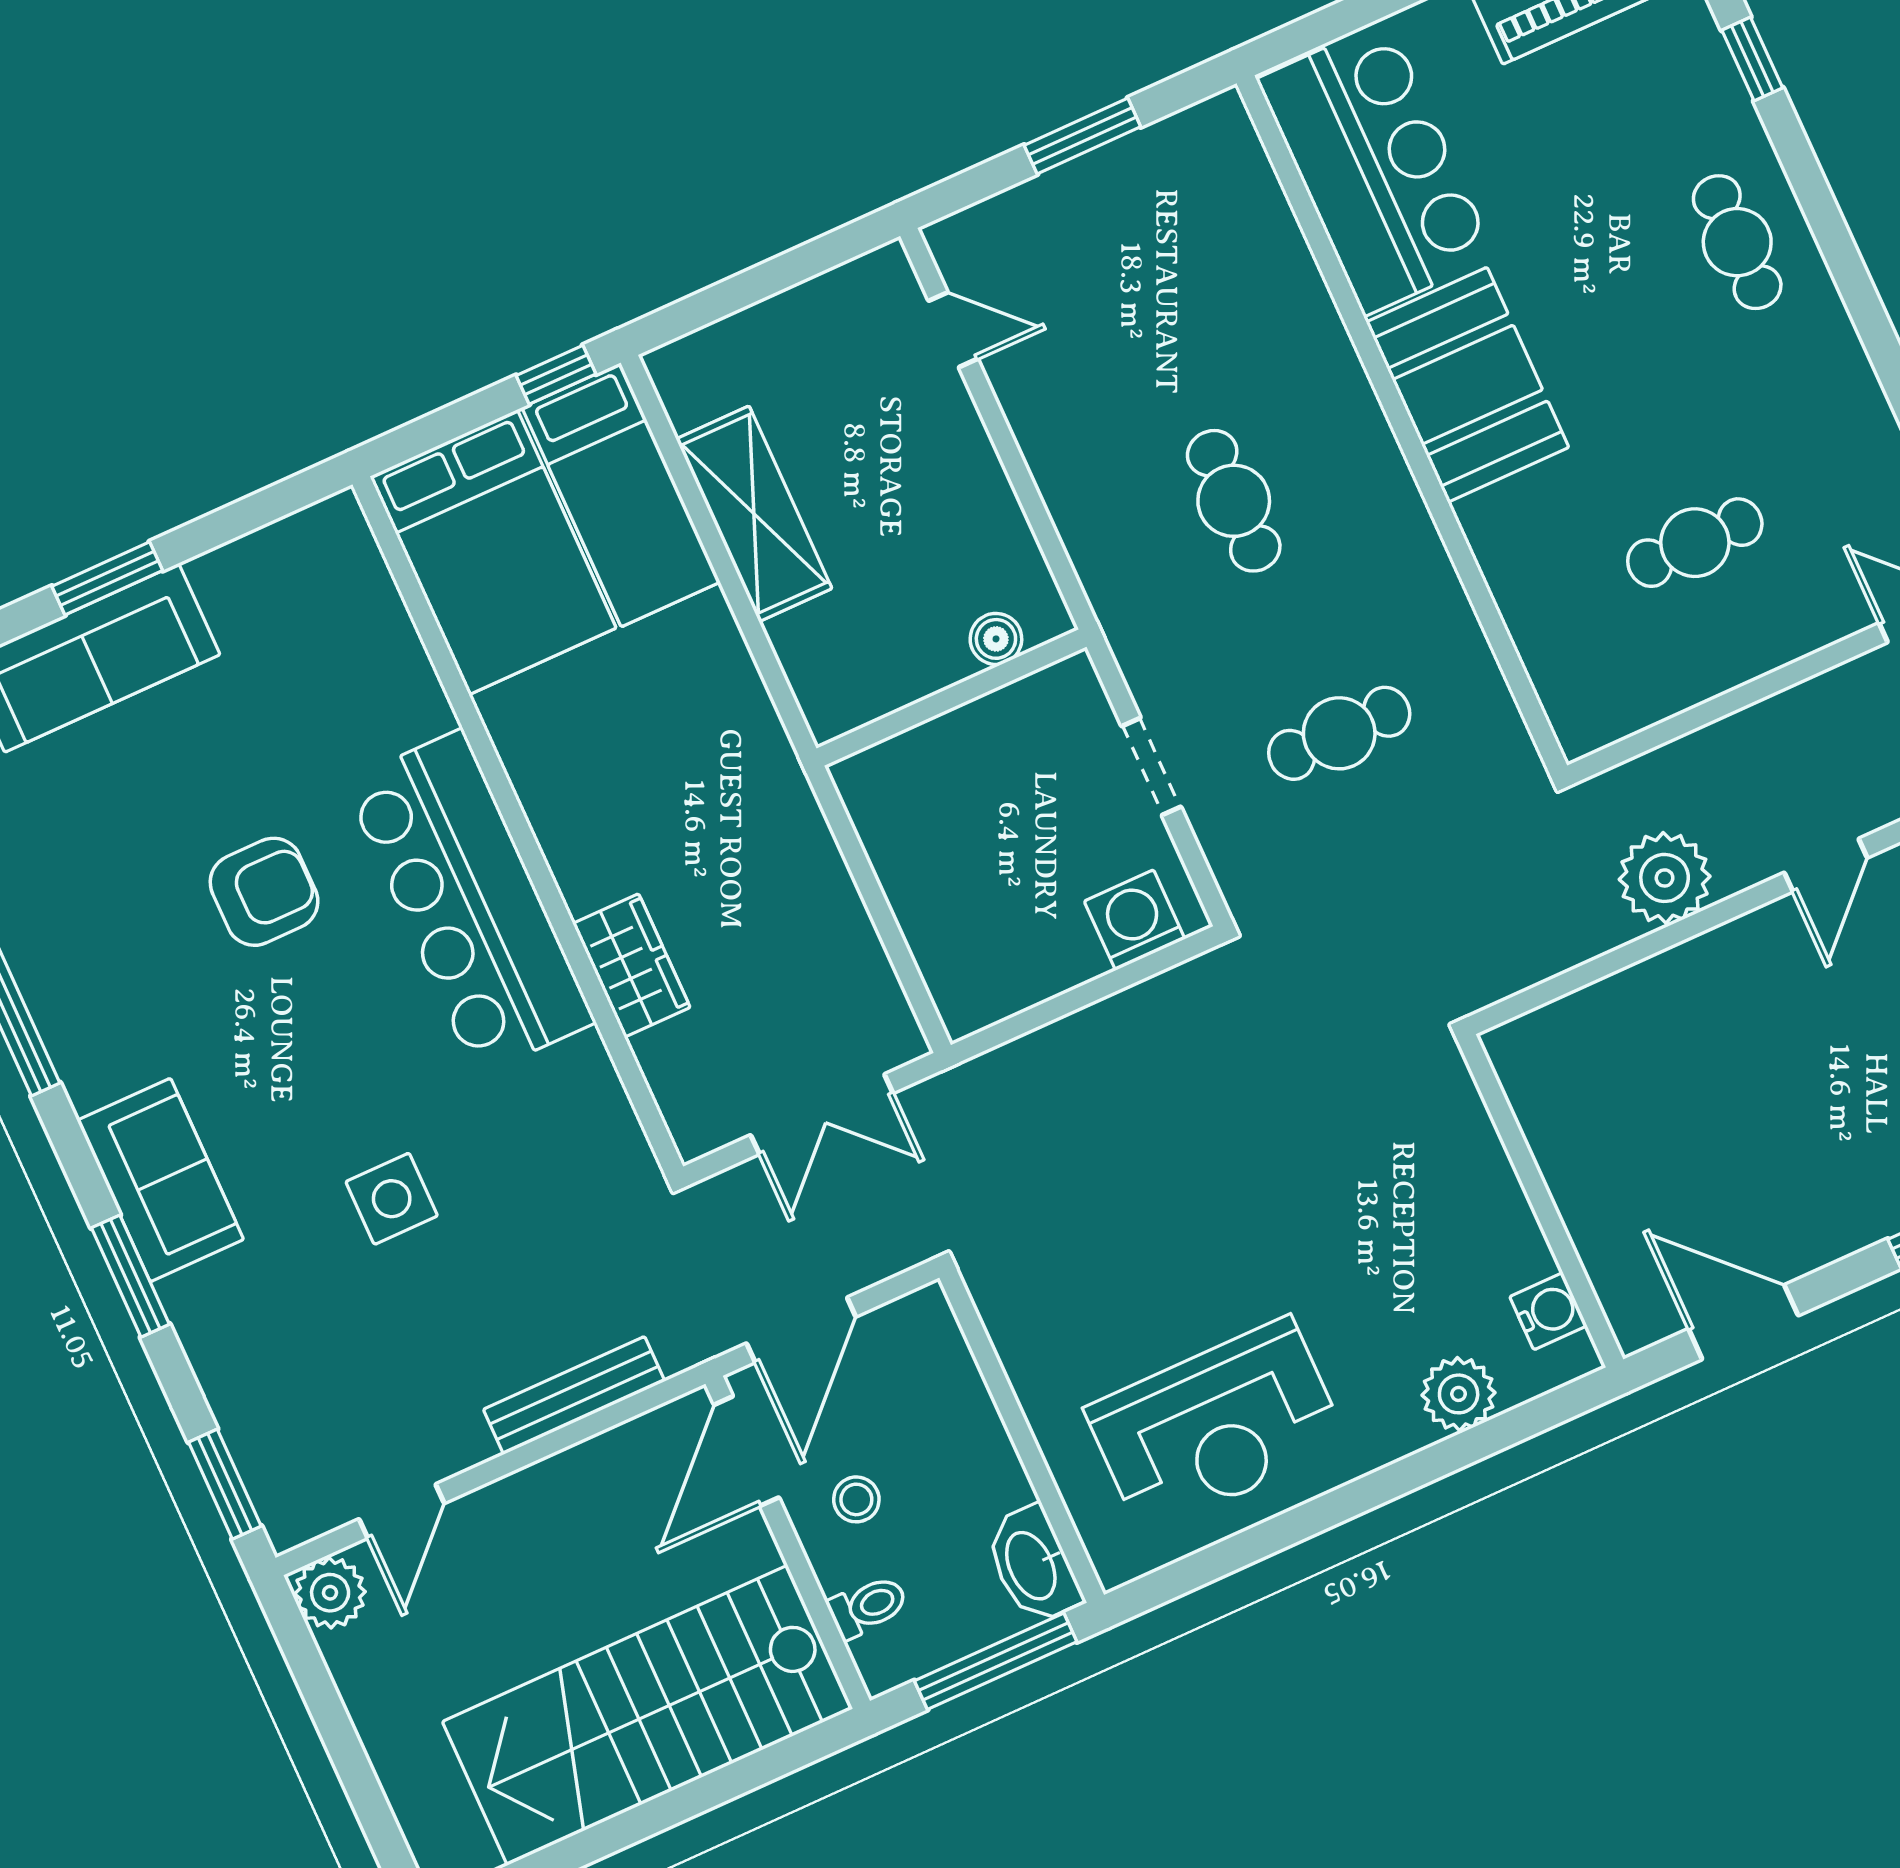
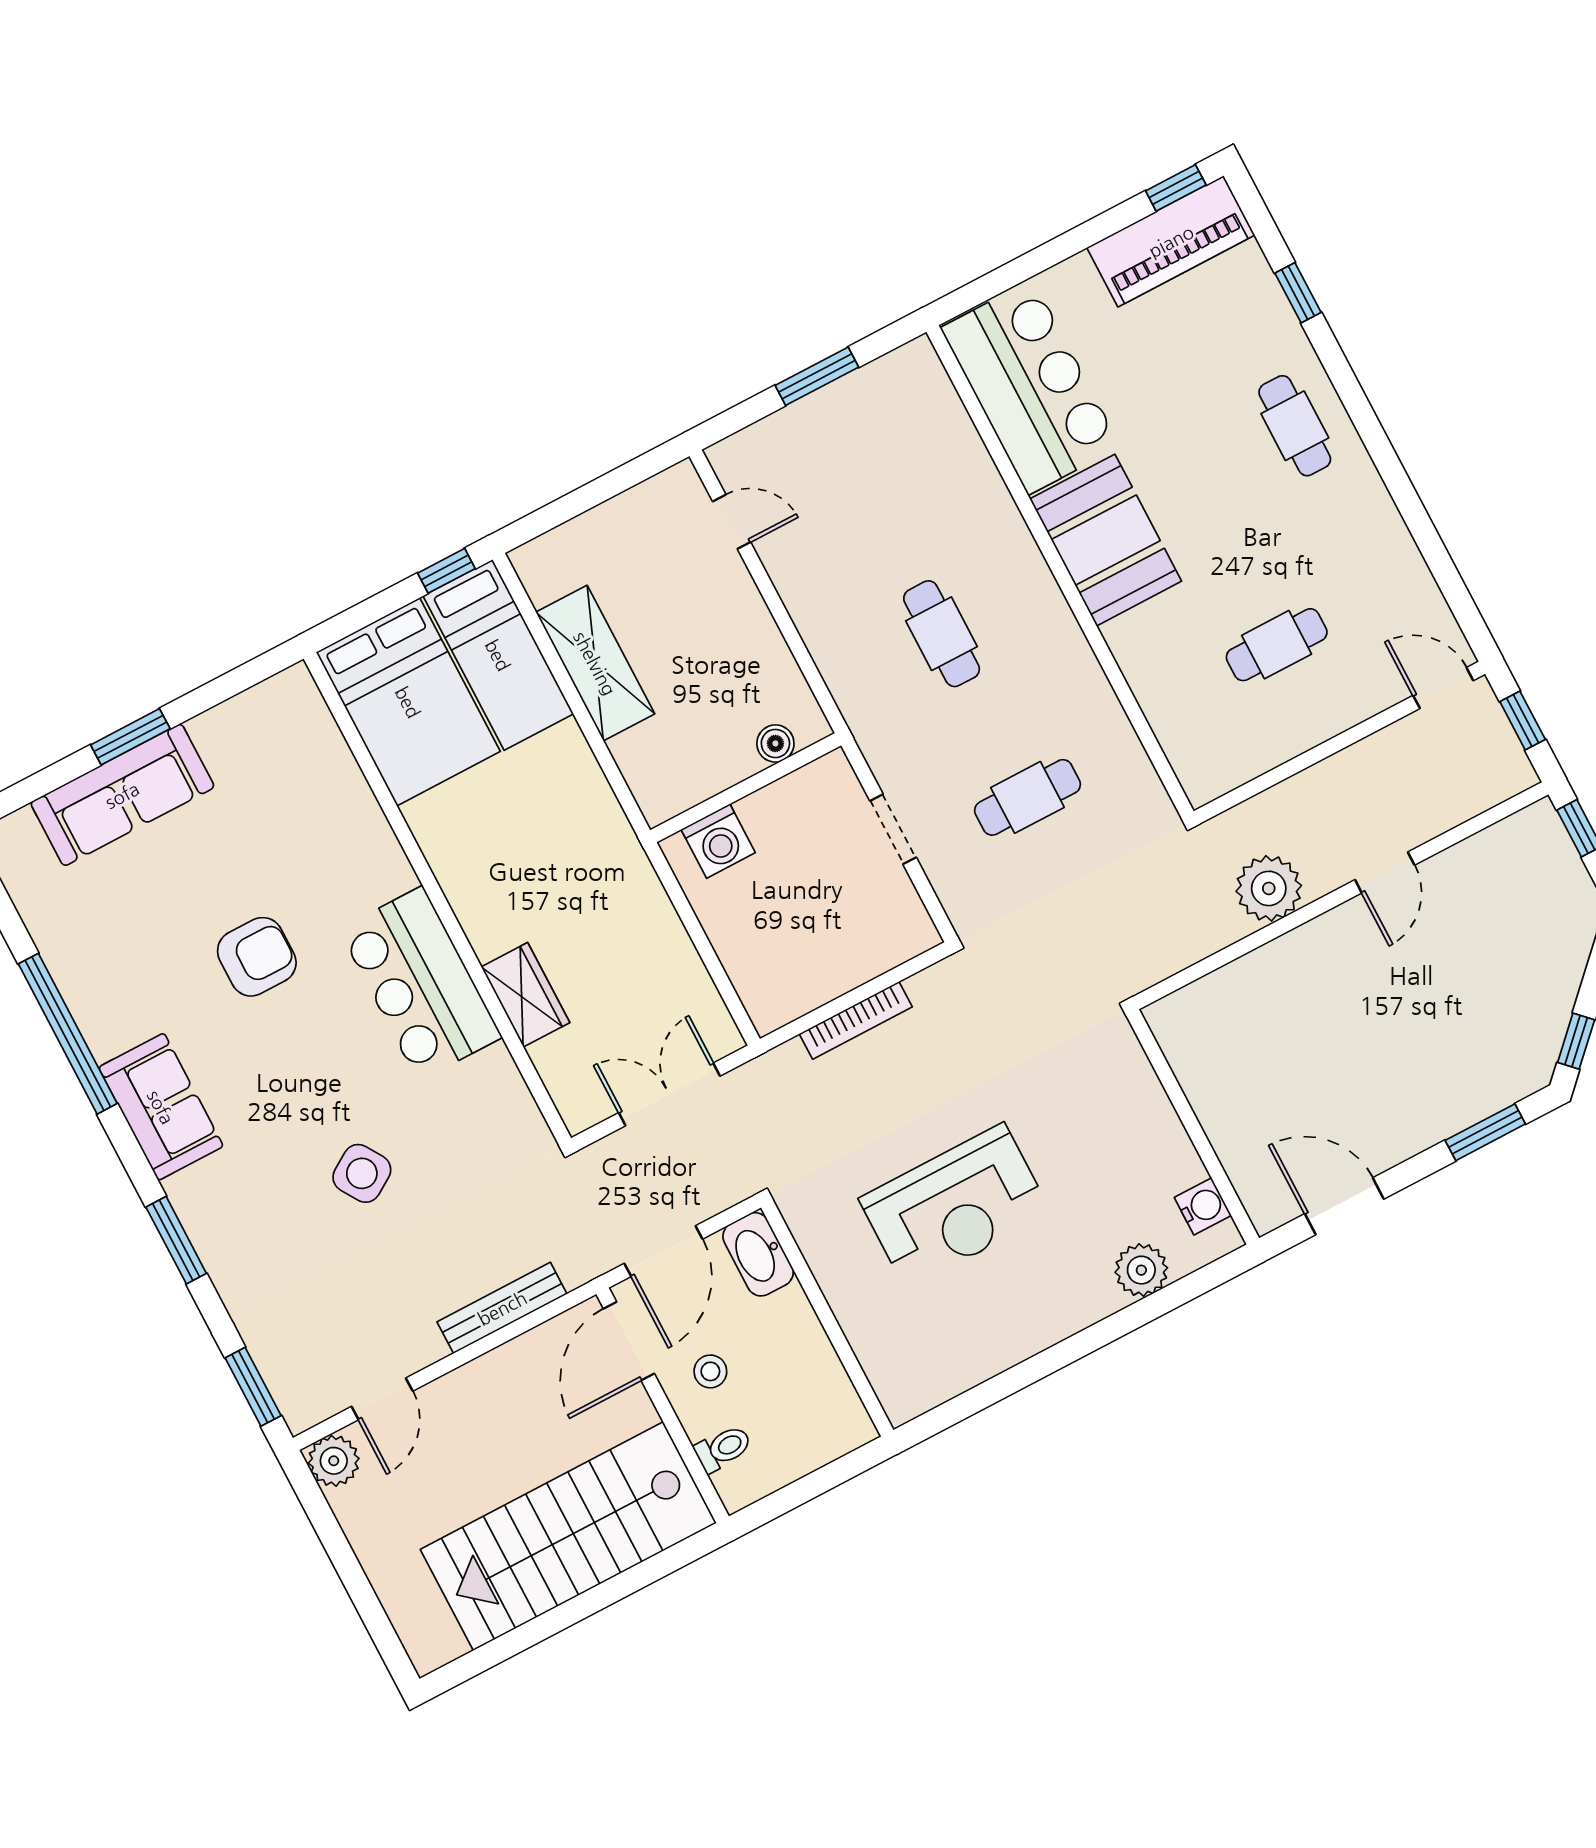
bar counter: (470, 902) -> (420, 983), width x0.73
washing machine: (1135, 920) -> (718, 841), moved, turned 180
bookcase: (1085, 1027) -> (856, 1020), added
double door: (822, 1114) -> (669, 1094), swing flipped
sofa: (160, 1180) -> (161, 1107), moved
side table: (392, 1199) -> (362, 1173), turned -32
reception desk: (1216, 1426) -> (955, 1206), moved
washbasin: (1033, 1565) -> (758, 1254), moved
window: (996, 1661) -> (818, 1483), removed

